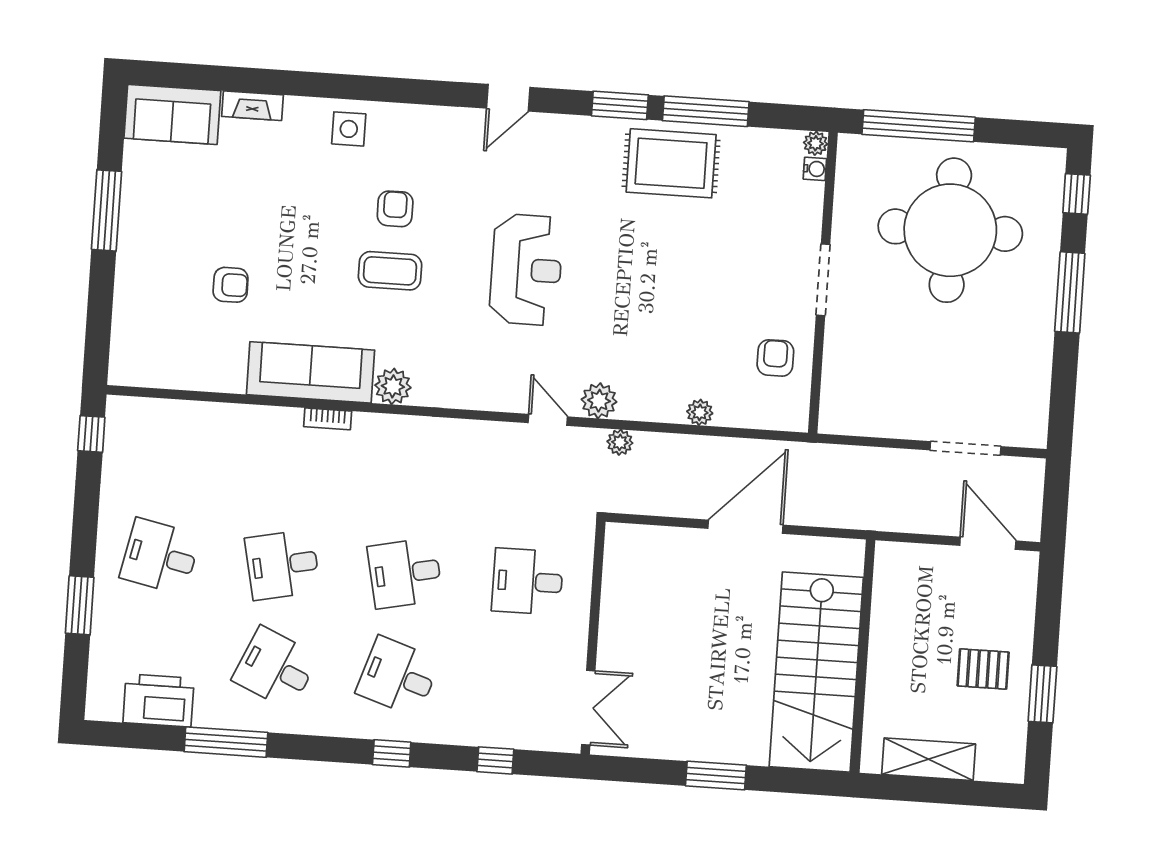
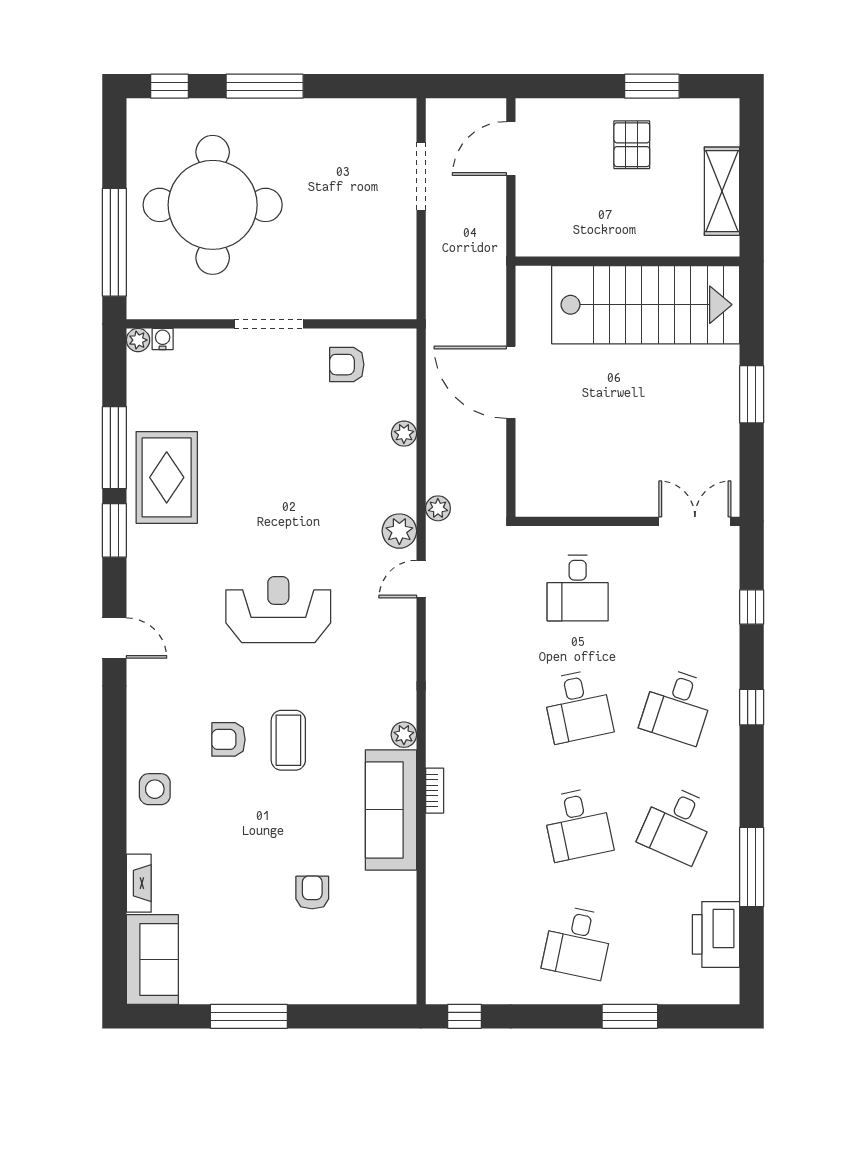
plant: (393, 386) -> (404, 735), width x0.73, depth x0.73

